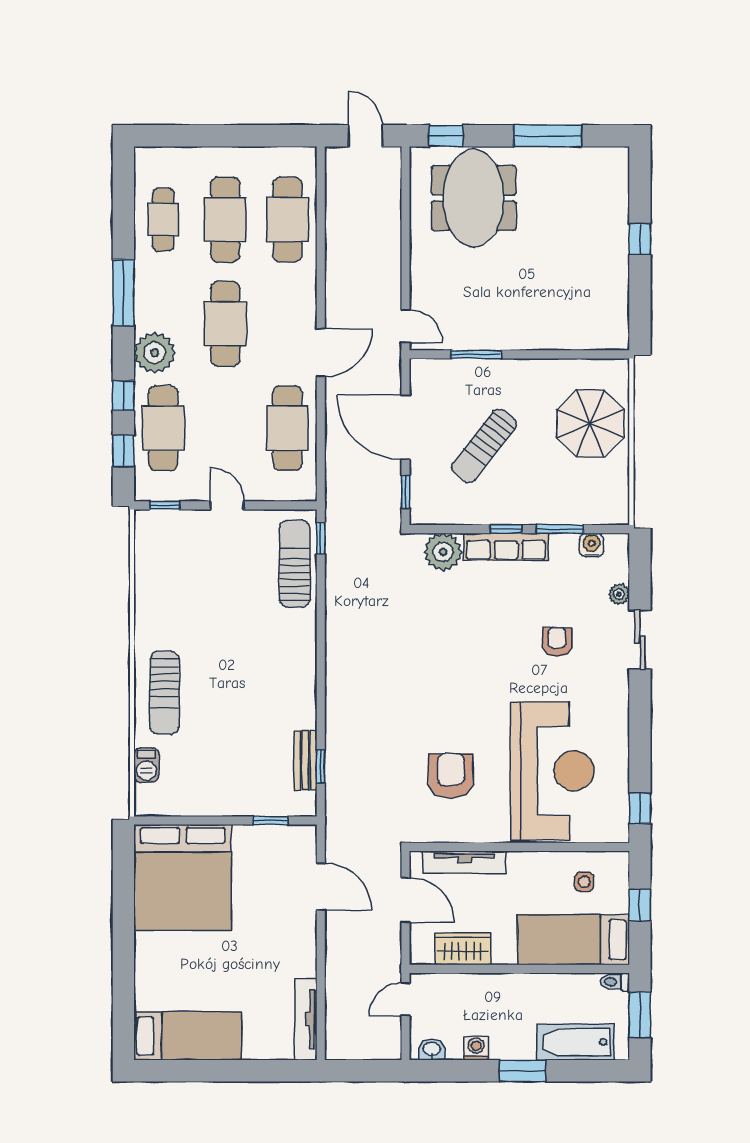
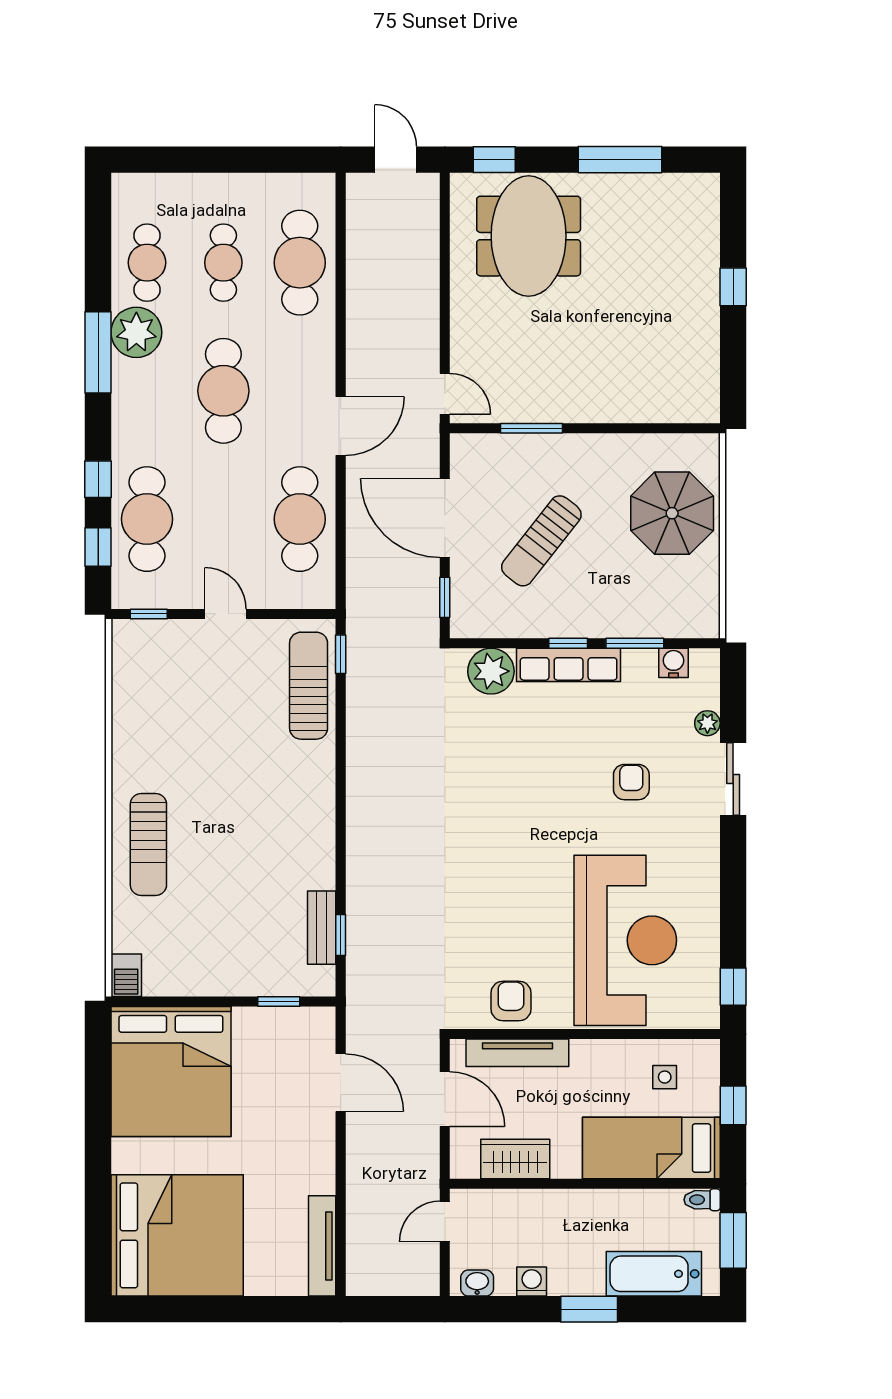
cafe table: (225, 220) -> (223, 263), width x0.73, depth x0.74
plant: (155, 353) -> (136, 332), moved
barbecue: (146, 765) -> (126, 975), moved
armchair: (451, 776) -> (511, 1001), moved, width x0.72, depth x0.72
bed: (188, 1036) -> (177, 1235), width x2.04

